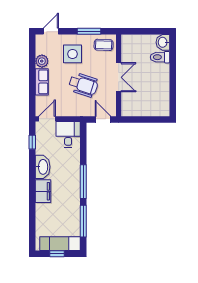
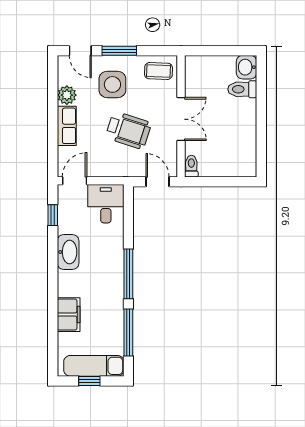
door: (51, 31) -> (80, 51), swing flipped
window: (89, 31) -> (119, 51), moved
toilet: (126, 109) -> (191, 166), added
filing cabinet: (43, 191) -> (69, 315), moved

